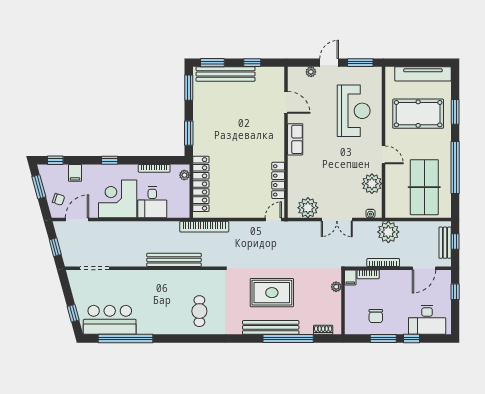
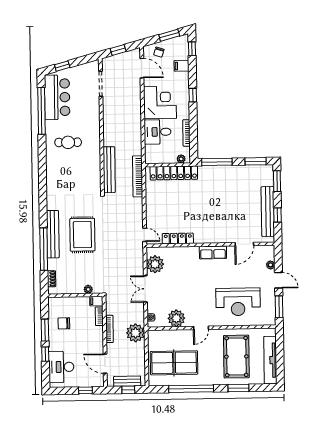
bench: (226, 74) -> (268, 211), moved
window: (189, 133) -> (217, 162), width x1.44
bench: (174, 260) -> (109, 170), moved
cafe table: (199, 311) -> (68, 142), moved

